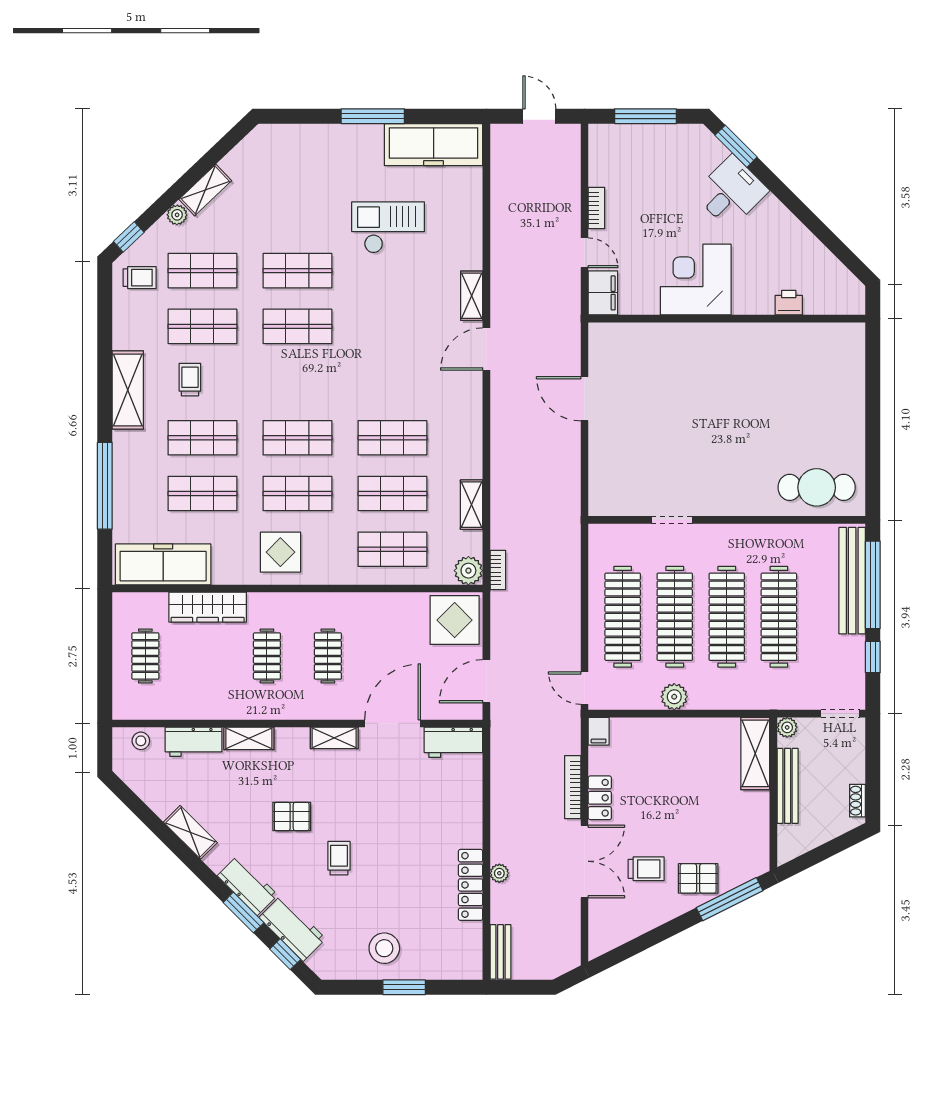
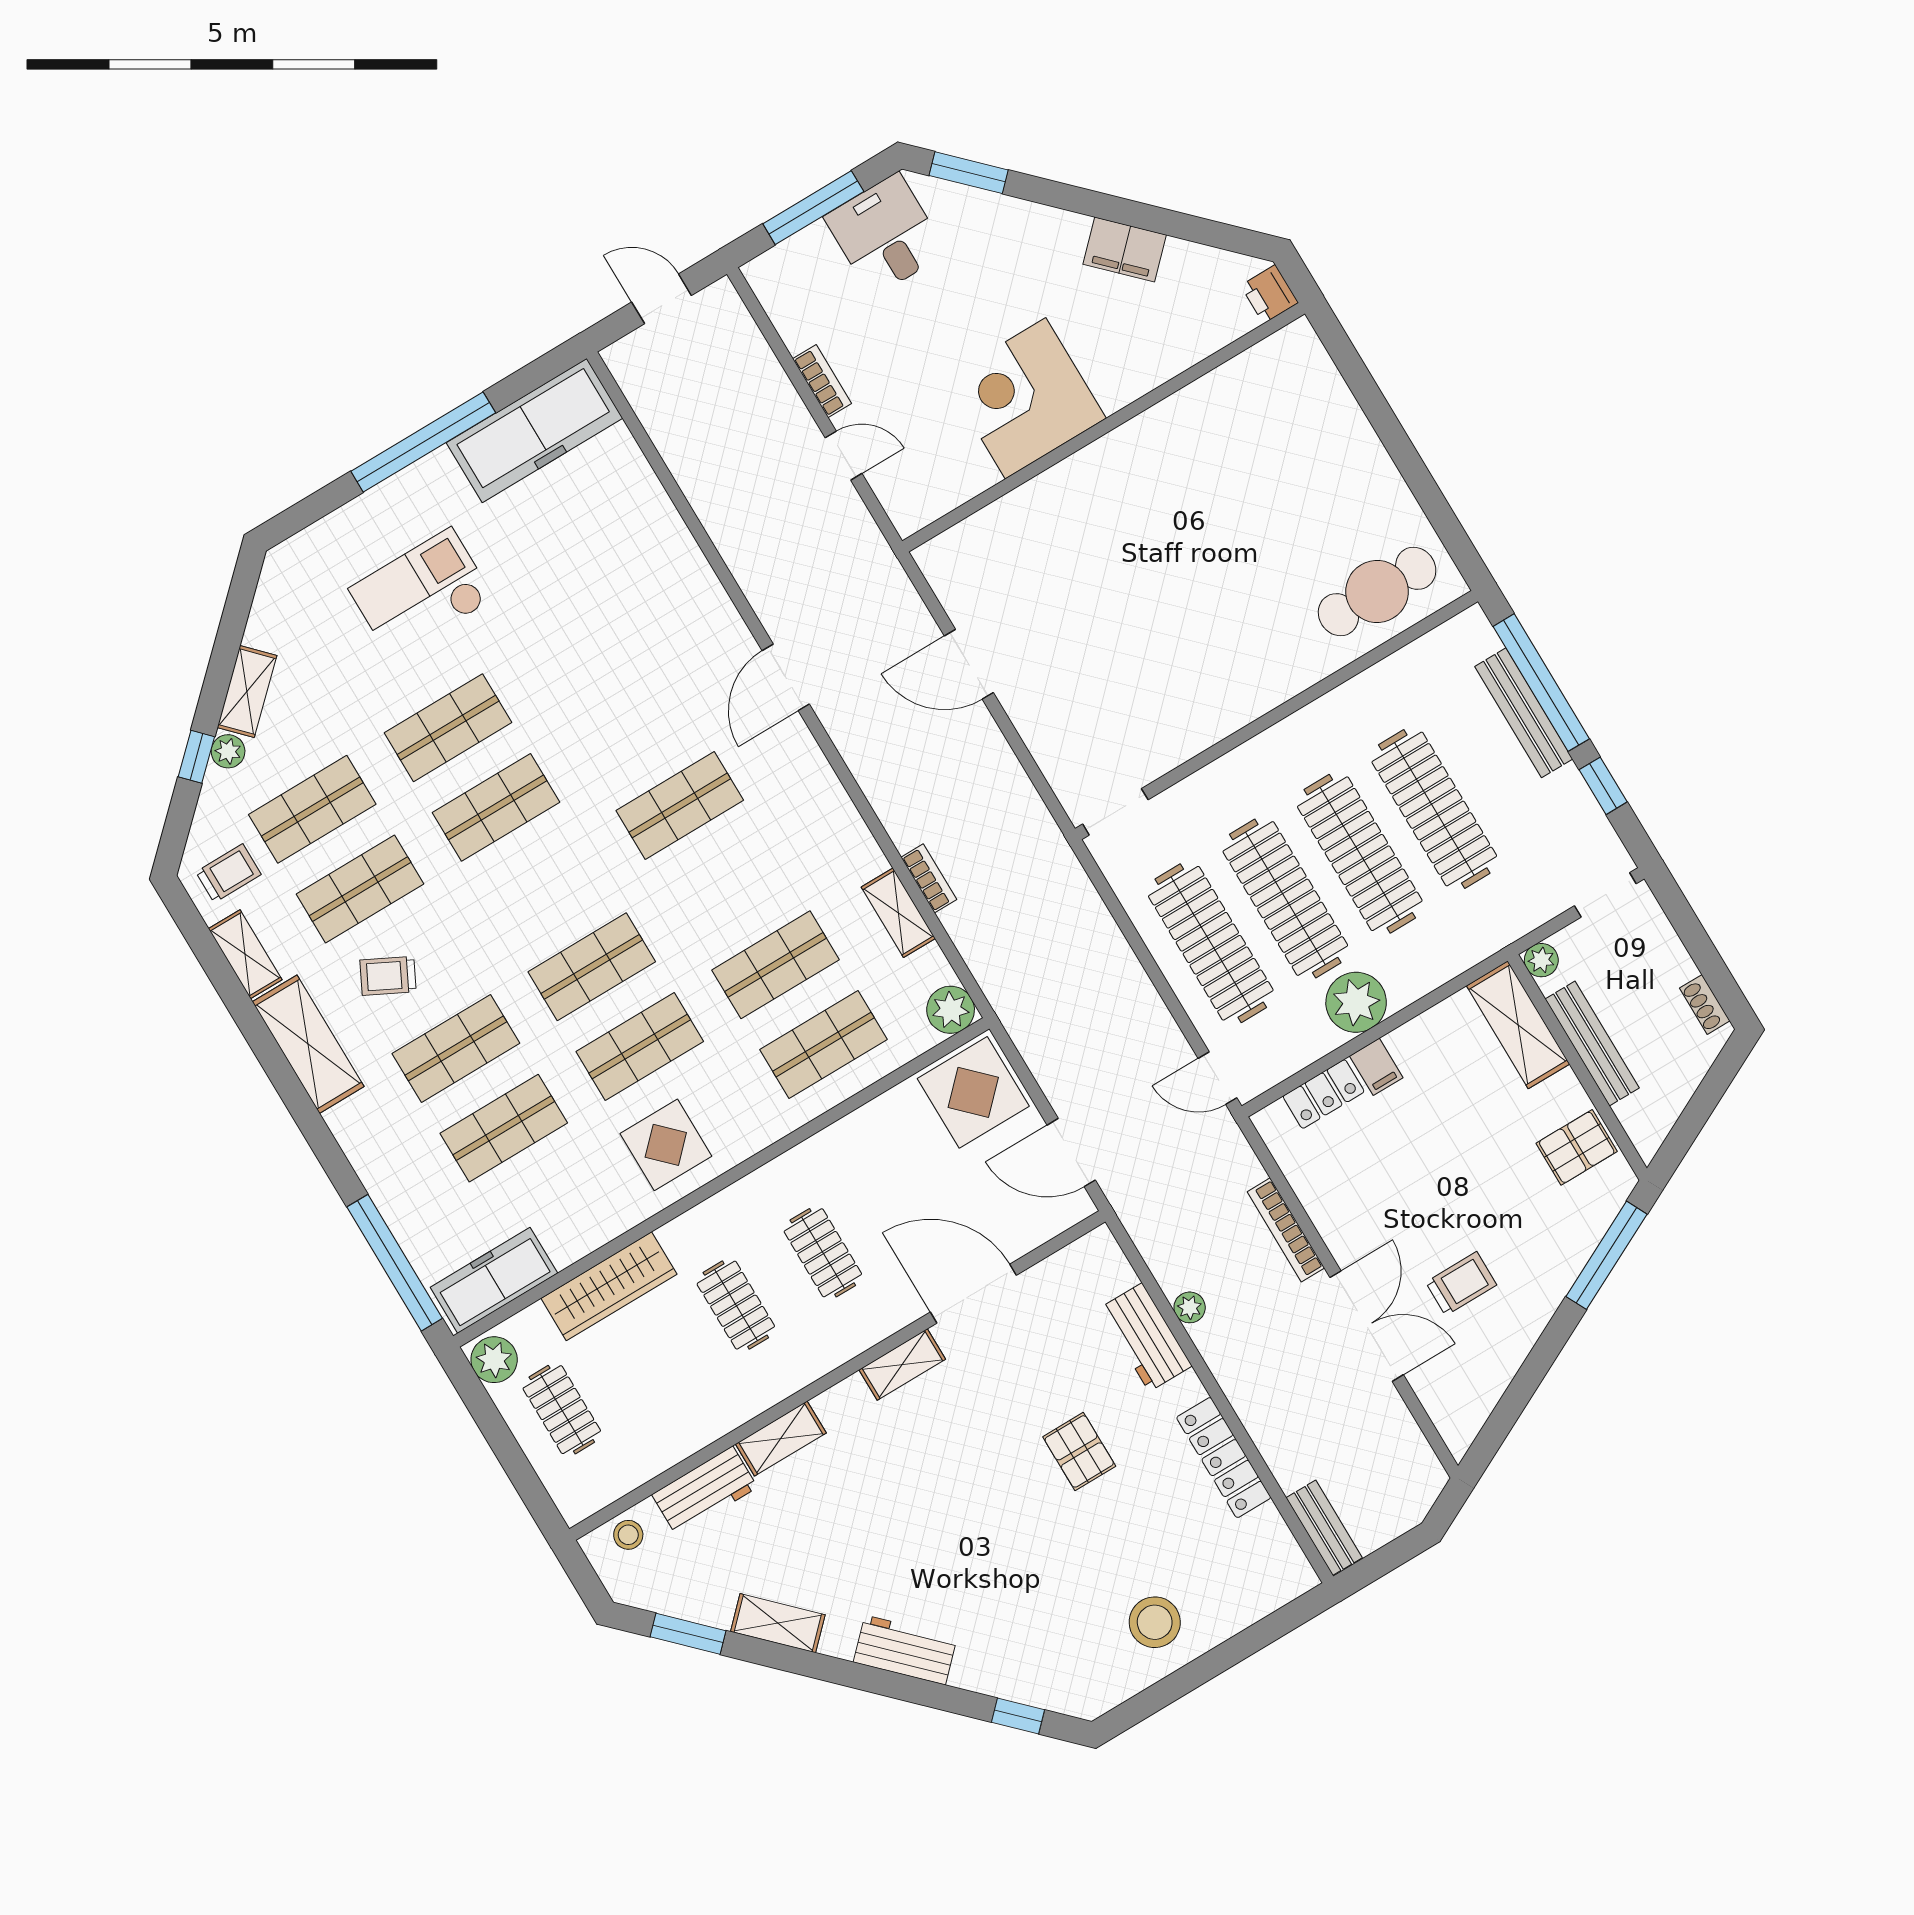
window: (373, 116) -> (423, 442), width x1.46
desk: (731, 192) -> (885, 235), moved, turned -45
checkout: (388, 227) -> (421, 594), moved
window: (129, 237) -> (196, 757), moved
filing cabinet: (603, 293) -> (1125, 250), moved, turned 135
shelving: (472, 296) -> (245, 954), moved
printer: (789, 303) -> (1269, 294), moved, turned -90
trolley: (190, 380) -> (388, 976), turned -63
shop shelf: (392, 438) -> (680, 805), moved
window: (105, 486) -> (395, 1263), moved
doorway: (672, 520) -> (1115, 812), moved
freezer: (163, 564) -> (494, 1280), width x0.73, depth x0.79
bookcase: (498, 570) -> (929, 878), moved
bench: (852, 581) -> (1524, 713), width x0.73, depth x0.82
plant: (126, 609) -> (494, 1360), added
door: (486, 681) -> (1071, 1153), hinge flipped
plant: (674, 697) -> (1356, 1002), width x1.36, depth x1.36
door: (393, 723) -> (973, 1294), hinge flipped
filing cabinet: (599, 731) -> (1376, 1067), moved
workbench: (453, 742) -> (1146, 1337), moved, turned 90
locker: (600, 798) -> (1324, 1094), moved, turned 90
pallet: (292, 817) -> (1079, 1451), moved, turned 90
trolley: (339, 858) -> (1012, 1532), removed
plant: (499, 873) -> (1190, 1307), moved
pallet: (698, 878) -> (1577, 1147), moved
window: (243, 913) -> (688, 1634), moved
workbench: (292, 928) -> (1006, 1672), removed
window: (404, 987) -> (1217, 1661), removed

